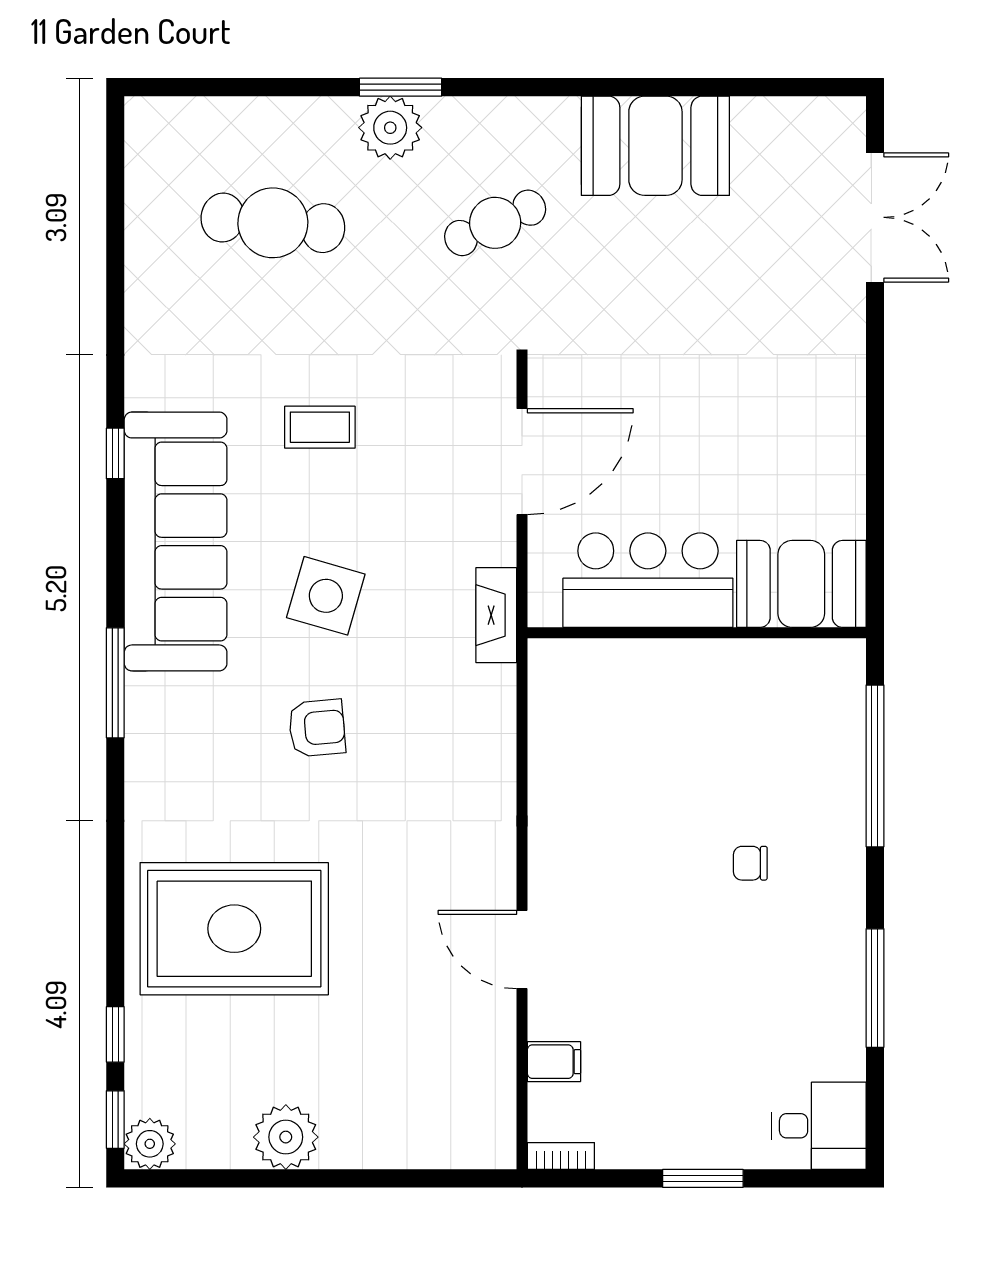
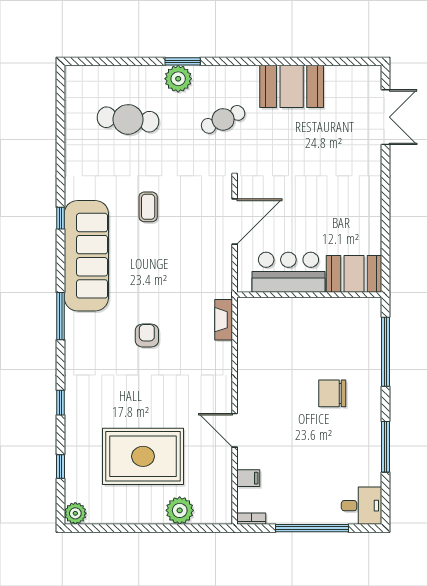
coffee table: (320, 427) -> (148, 207), turned 90
side table: (326, 596) -> (151, 279), removed
fireplace: (496, 615) -> (224, 320), moved
armchair: (317, 728) -> (147, 335), turned -85
chair: (750, 863) -> (332, 393), width x1.87, depth x1.87
rug: (234, 929) -> (143, 456), moved
window: (115, 1120) -> (61, 403), moved
plant: (286, 1137) -> (180, 510), moved
window: (703, 1178) -> (312, 528), width x2.11

